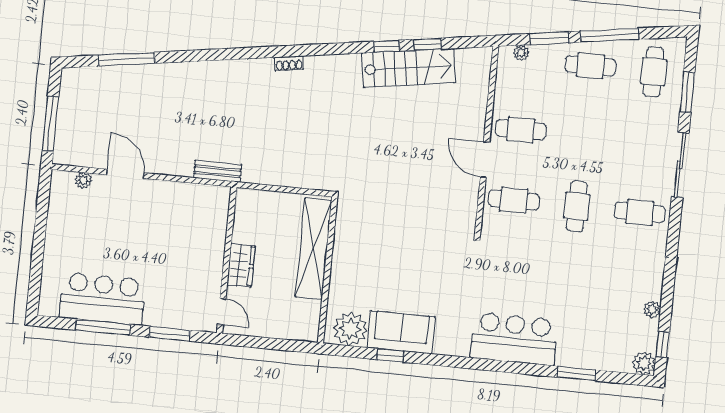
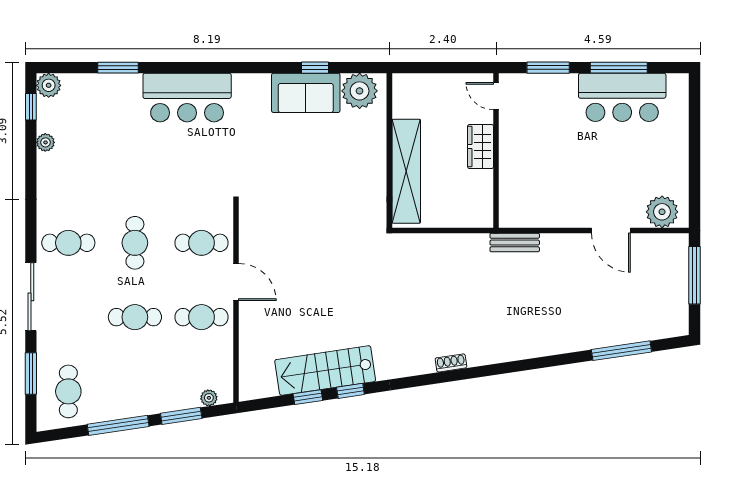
cafe table: (591, 66) -> (135, 317), moved
plant: (83, 180) -> (662, 212), width x1.87, depth x1.87

